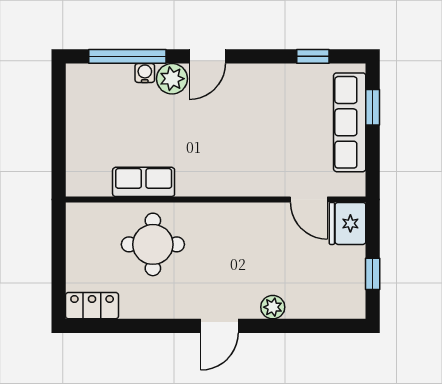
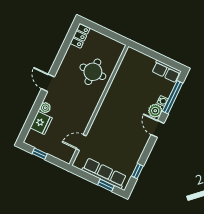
row of seats: (144, 182) -> (166, 71), moved, turned 90
fridge: (348, 223) -> (41, 123), moved, turned 90

